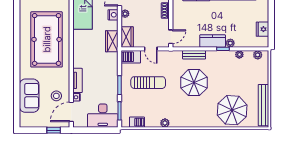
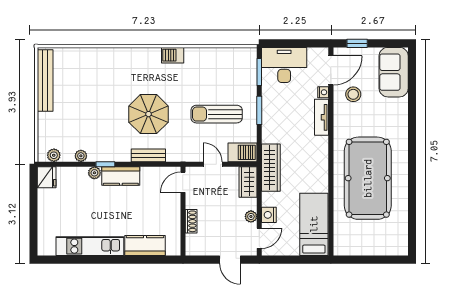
fridge: (262, 29) -> (47, 177), moved
wardrobe: (112, 41) -> (271, 168), width x1.50
sofa: (29, 96) -> (394, 72), moved
parasol: (232, 110) -> (92, 73), removed
barbecue: (137, 122) -> (173, 55), moved
plant: (165, 123) -> (192, 54), removed

